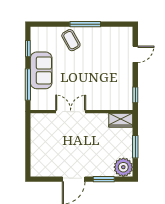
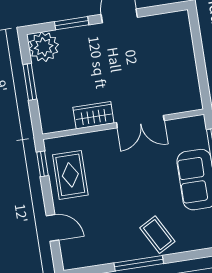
door: (135, 54) -> (52, 228), swing flipped
rug: (119, 85) -> (70, 175), added
wardrobe: (121, 120) -> (93, 115), moved

